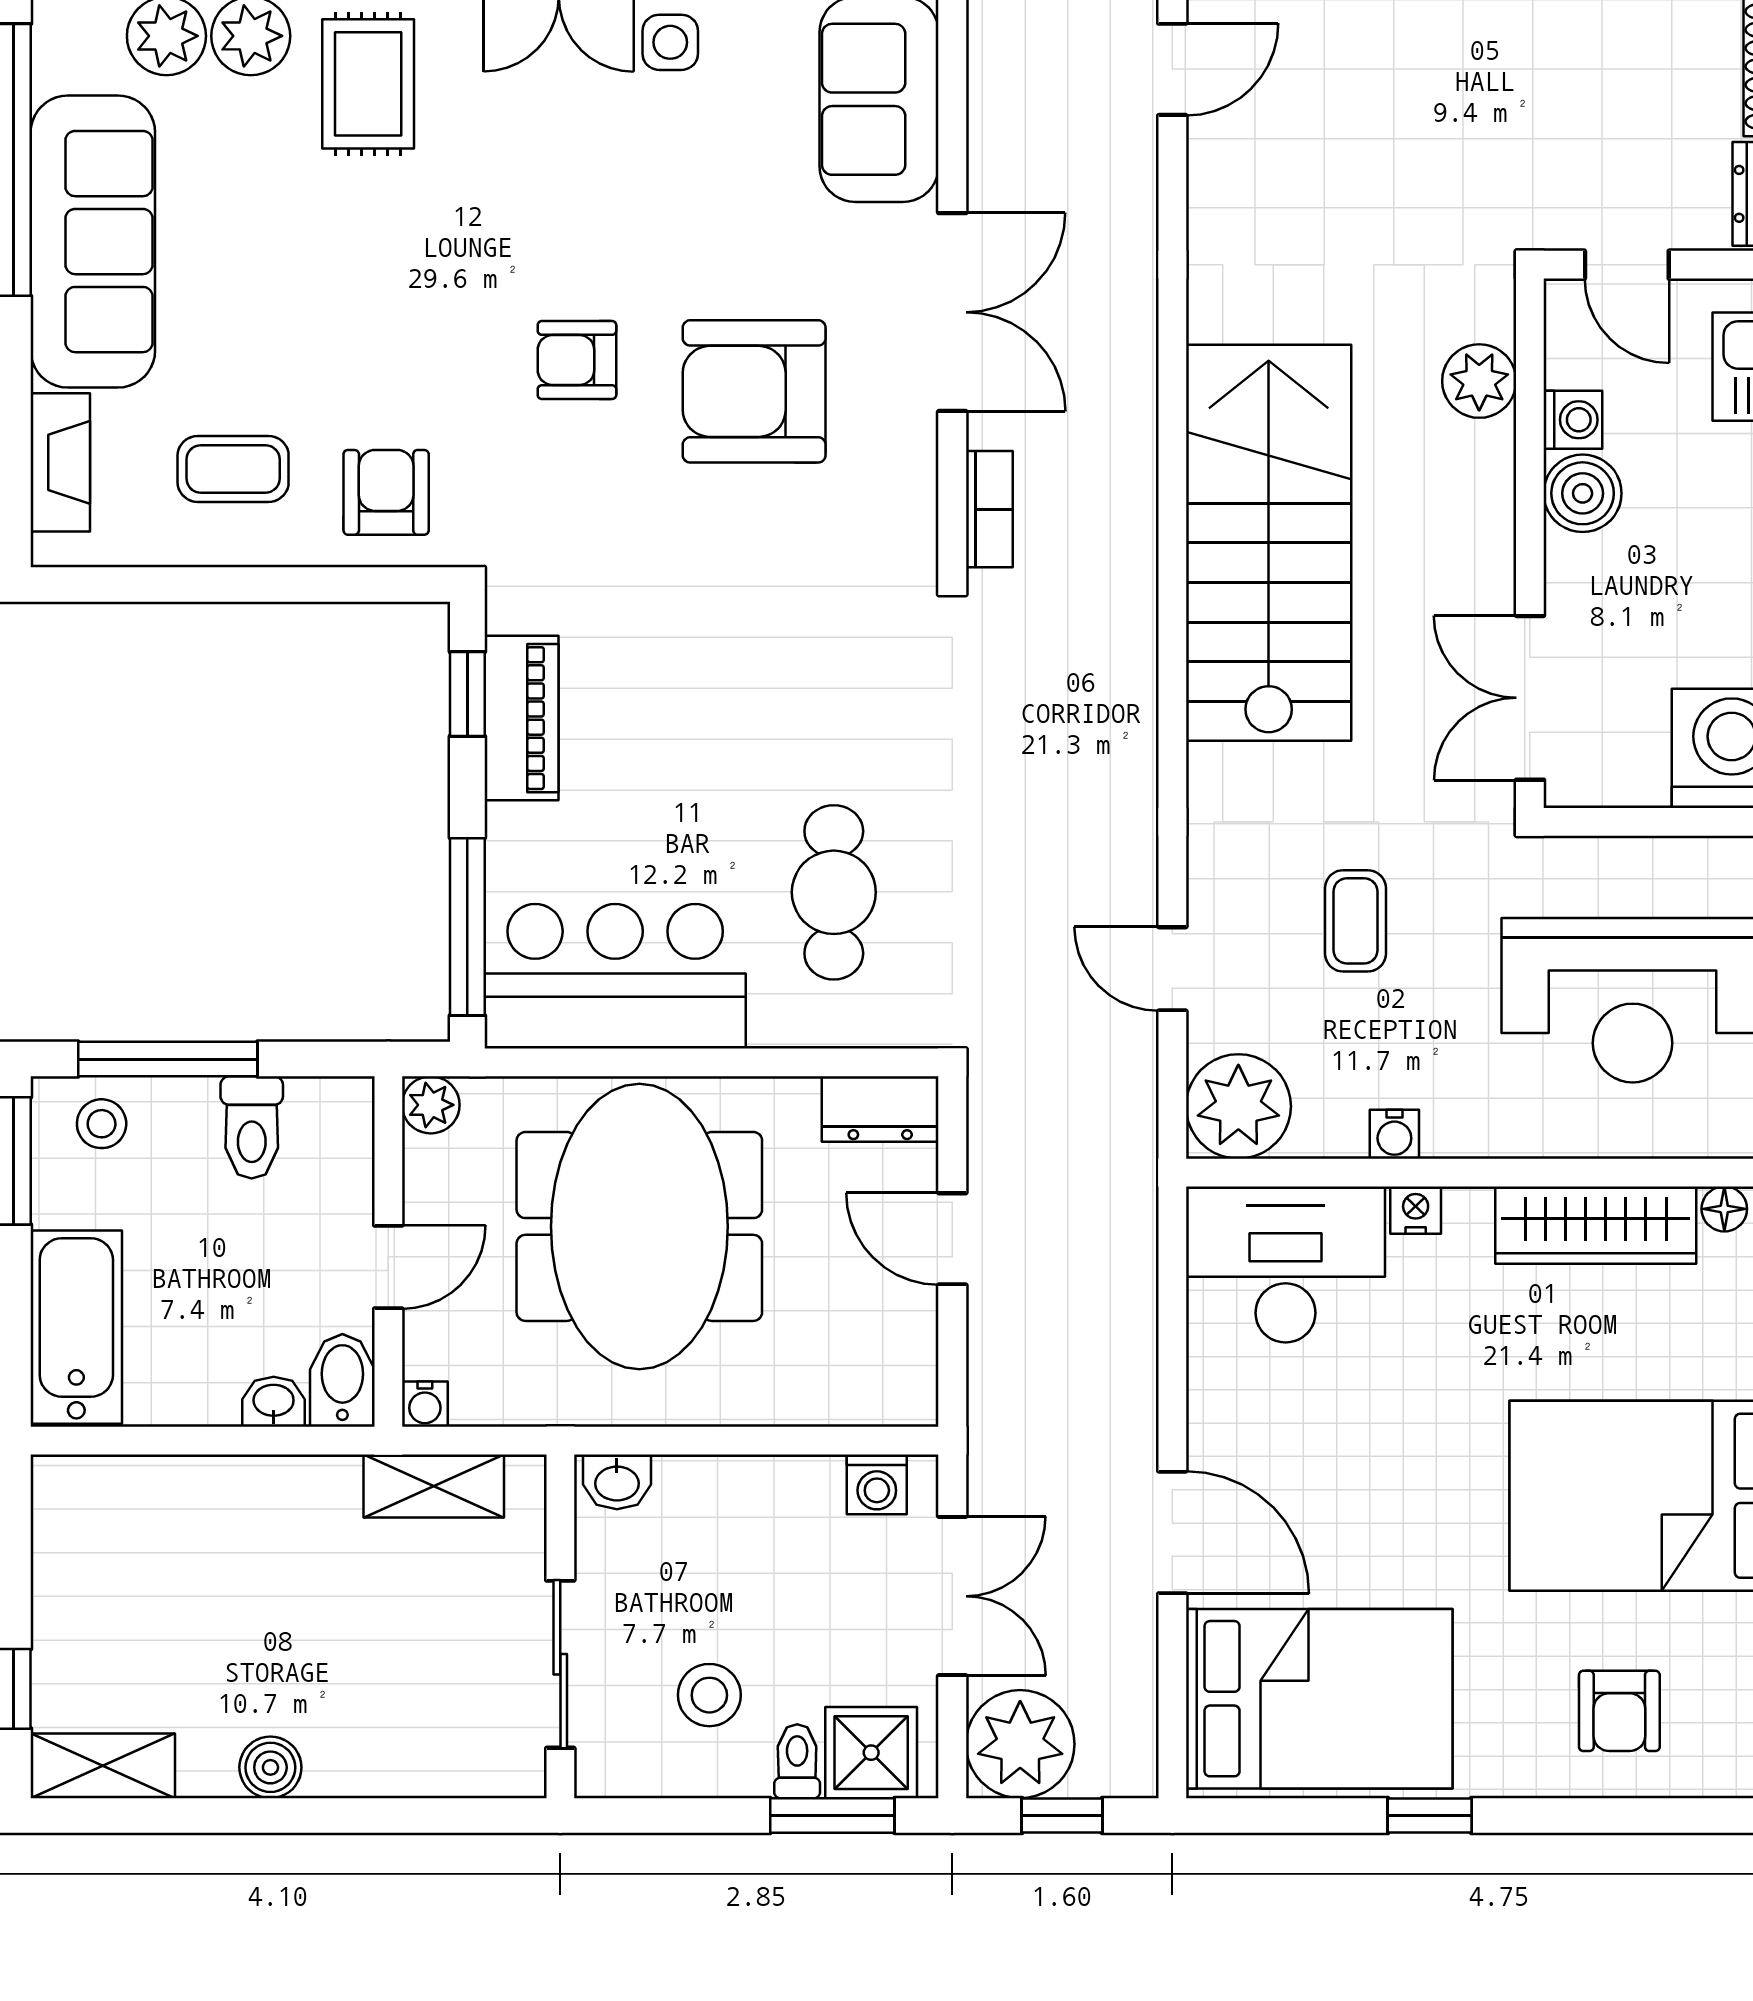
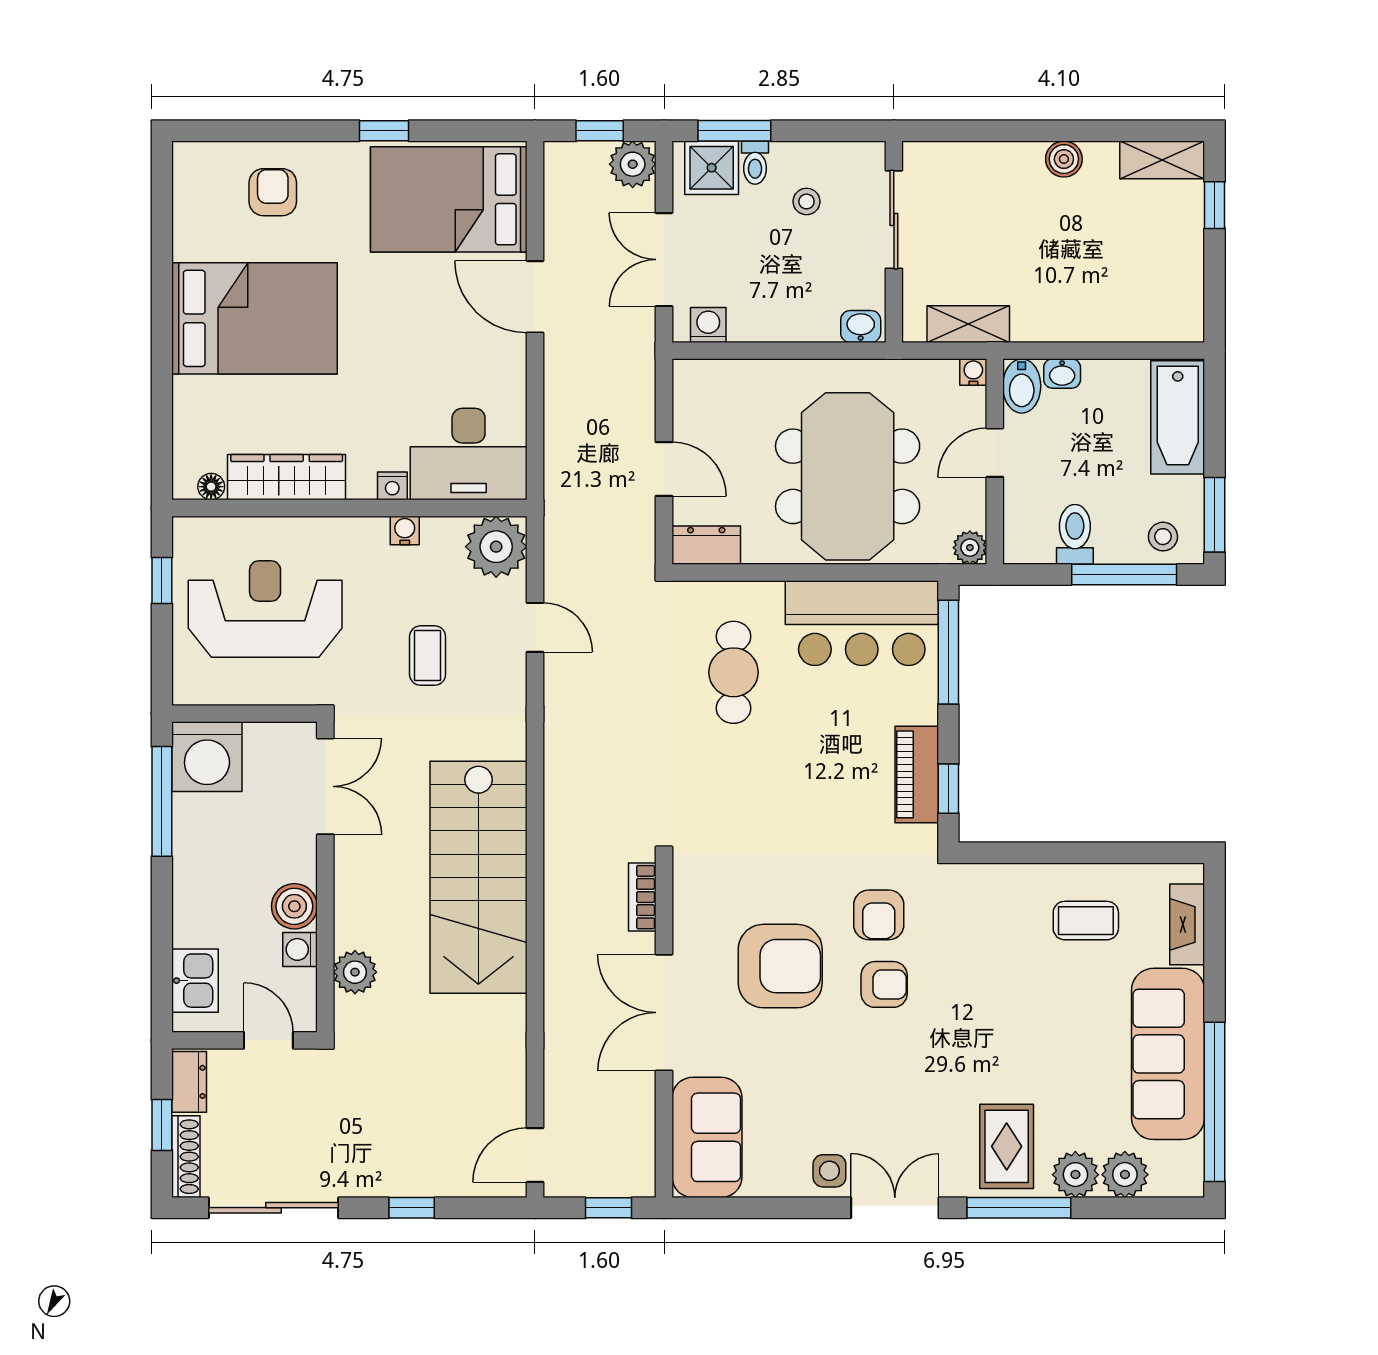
armchair: (386, 492) -> (879, 915), moved
stool: (709, 1695) -> (806, 201), width x0.73, depth x0.73
plant: (1020, 1744) -> (633, 164), width x0.73, depth x0.73

